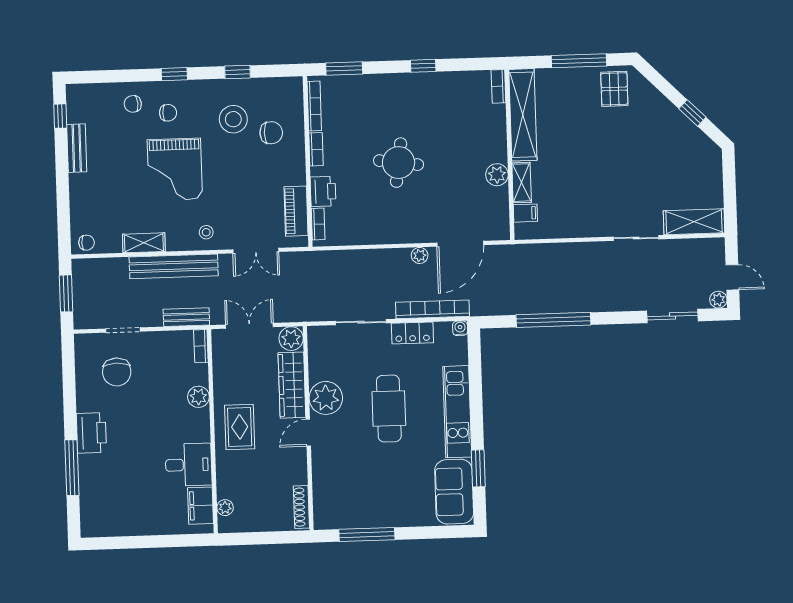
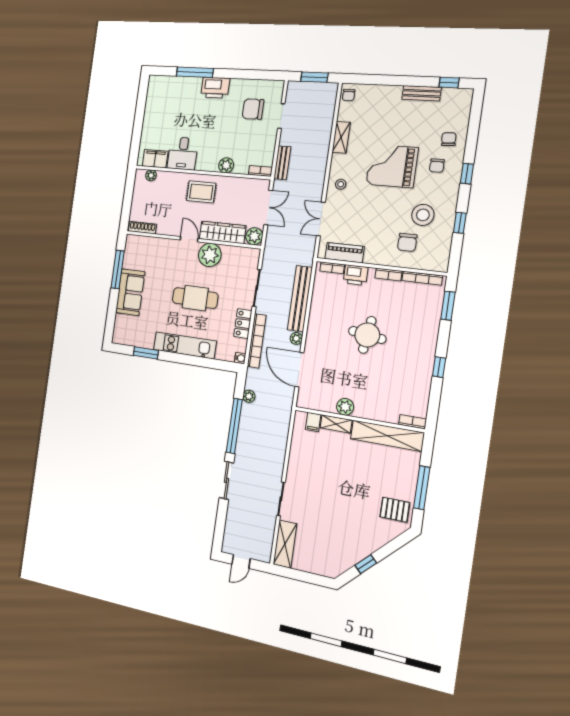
bench: (174, 266) -> (300, 299), moved
plant: (718, 300) -> (249, 396), moved
sliding door: (673, 316) -> (227, 480), moved
sofa: (454, 492) -> (130, 292), moved, turned 90

